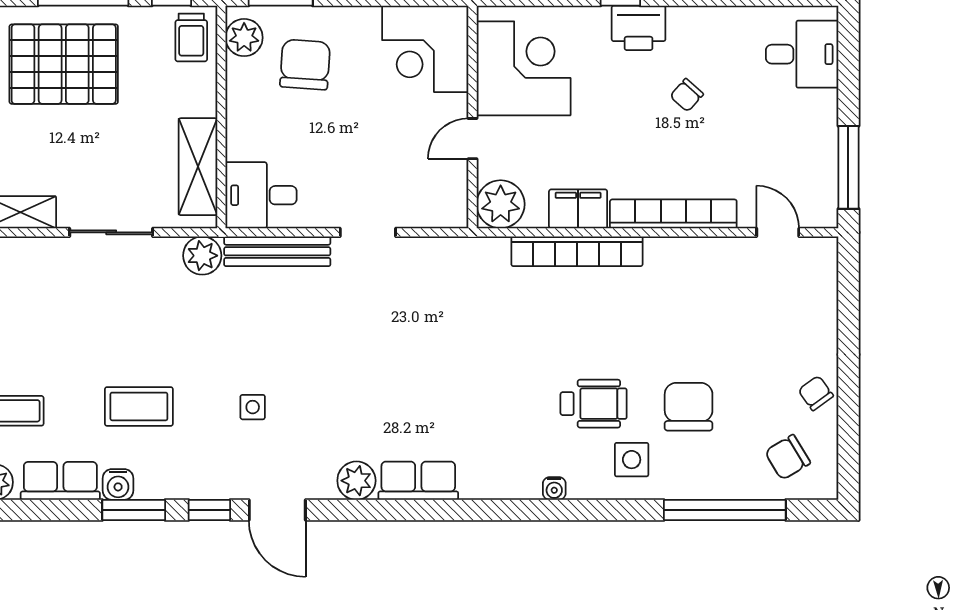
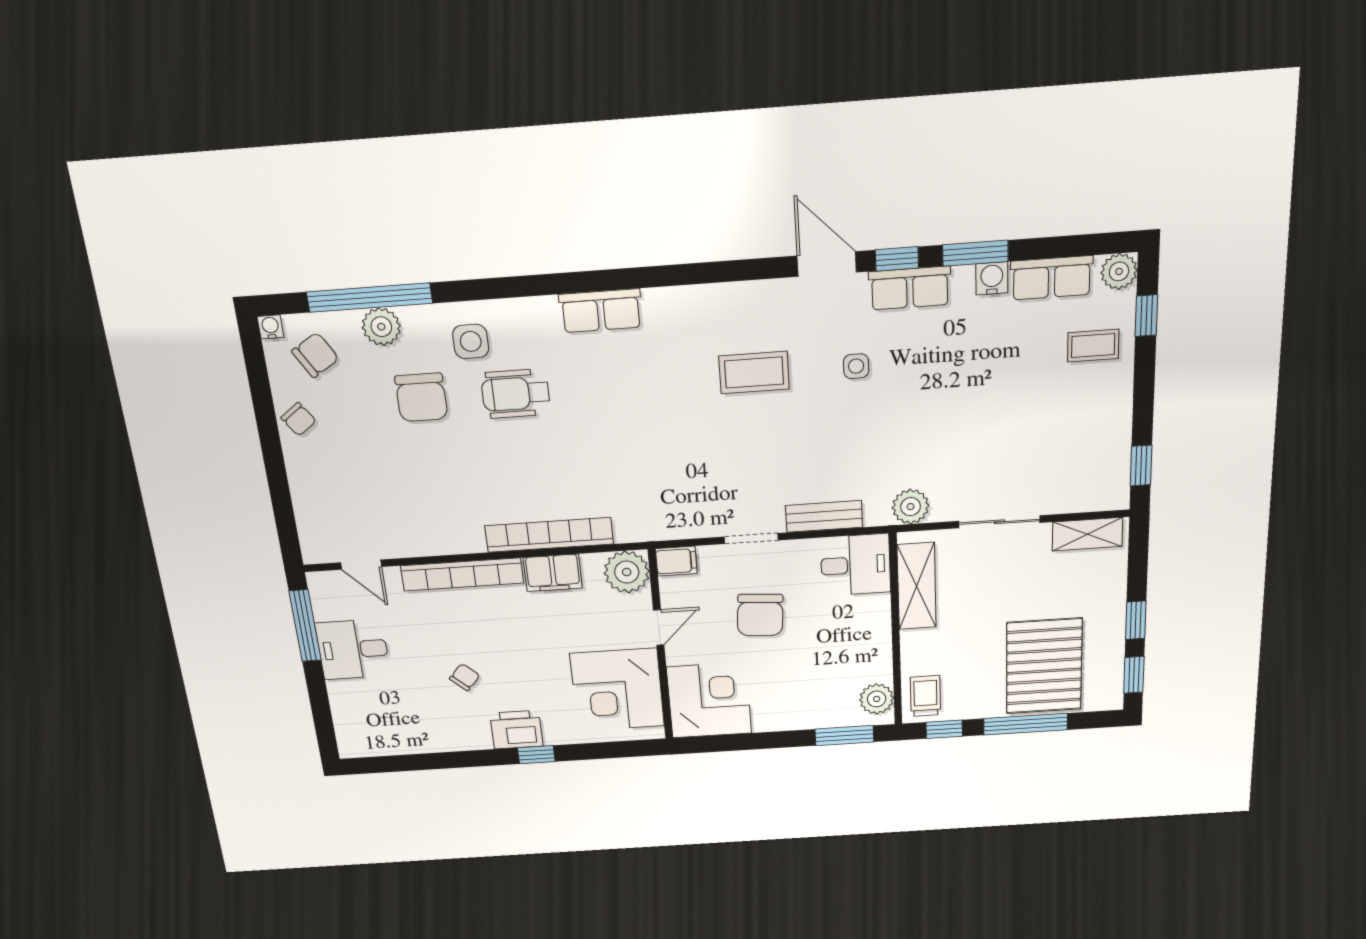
desk: (802, 54) -> (353, 649), moved
pallet: (64, 64) -> (1044, 666), turned 90
chair: (305, 65) -> (760, 615), moved
filing cabinet: (448, 213) -> (676, 561), added
bench: (277, 251) -> (824, 516), width x0.73
coffee table: (139, 406) -> (754, 373), moved
row of seats: (198, 481) -> (910, 288), added
plant: (356, 481) -> (381, 327), moved
row of seats: (418, 481) -> (601, 311), moved
water cooler: (554, 488) -> (270, 327), moved

